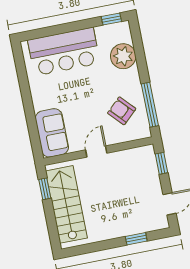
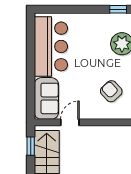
bar counter: (64, 52) -> (51, 46), moved, turned -90
door: (96, 152) -> (70, 122), moved

